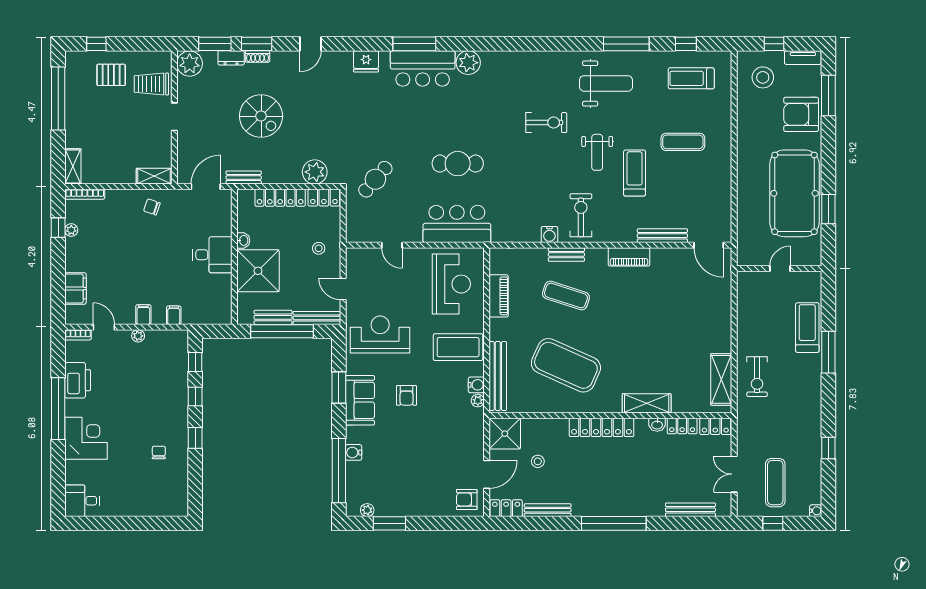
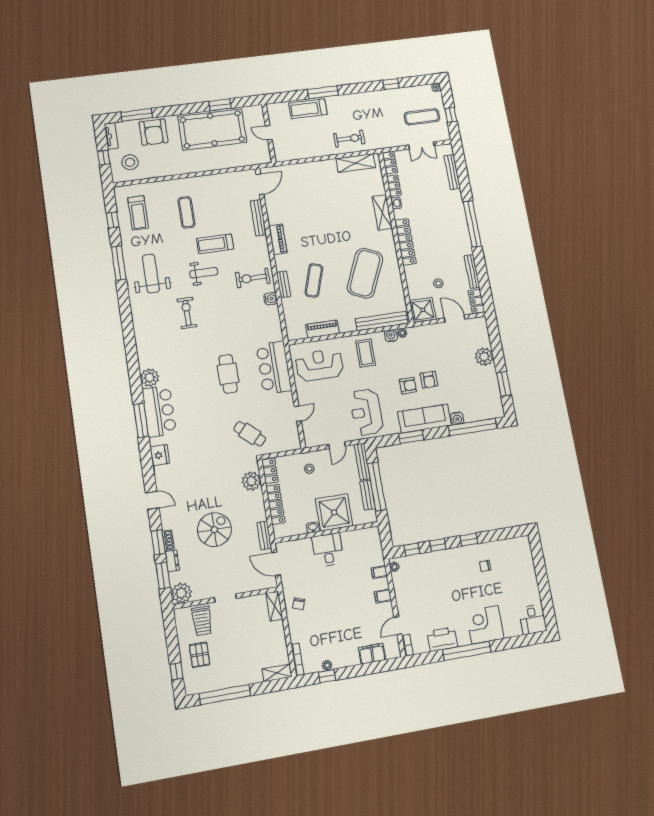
plant: (138, 336) -> (394, 567), moved
coffee table: (458, 347) -> (366, 353), width x0.73, depth x0.76
sofa: (360, 400) -> (424, 419), width x1.36
armchair: (467, 499) -> (429, 380), moved
plant: (367, 510) -> (484, 357), moved, width x1.88, depth x1.88

